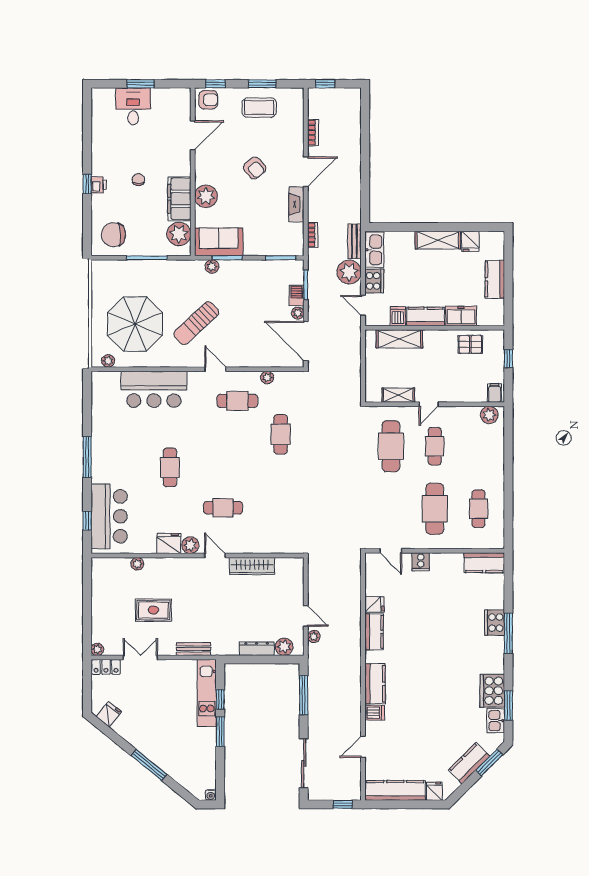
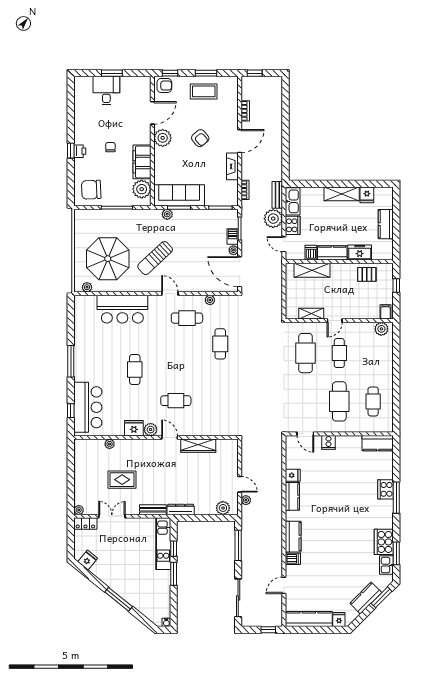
plant: (206, 196) -> (163, 138), moved
sofa: (219, 242) -> (179, 195), width x1.36
dresser: (257, 649) -> (181, 509), moved

